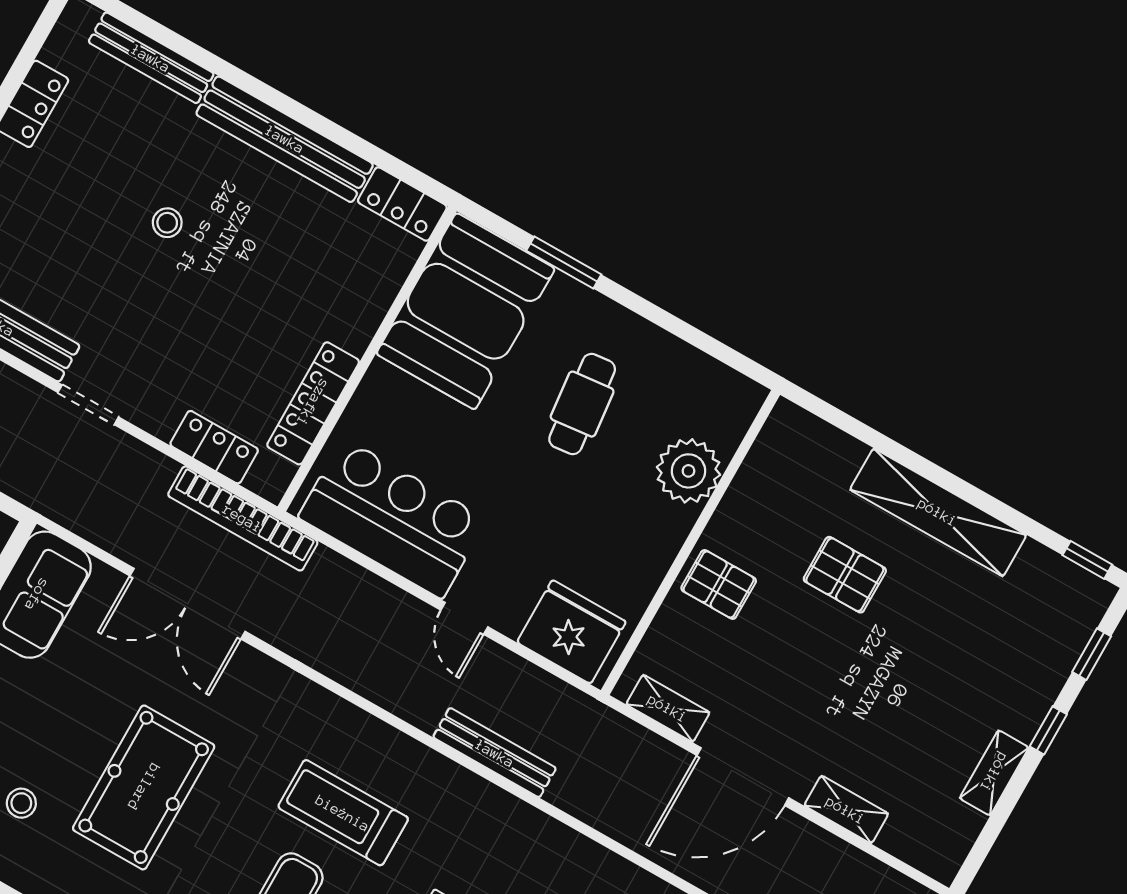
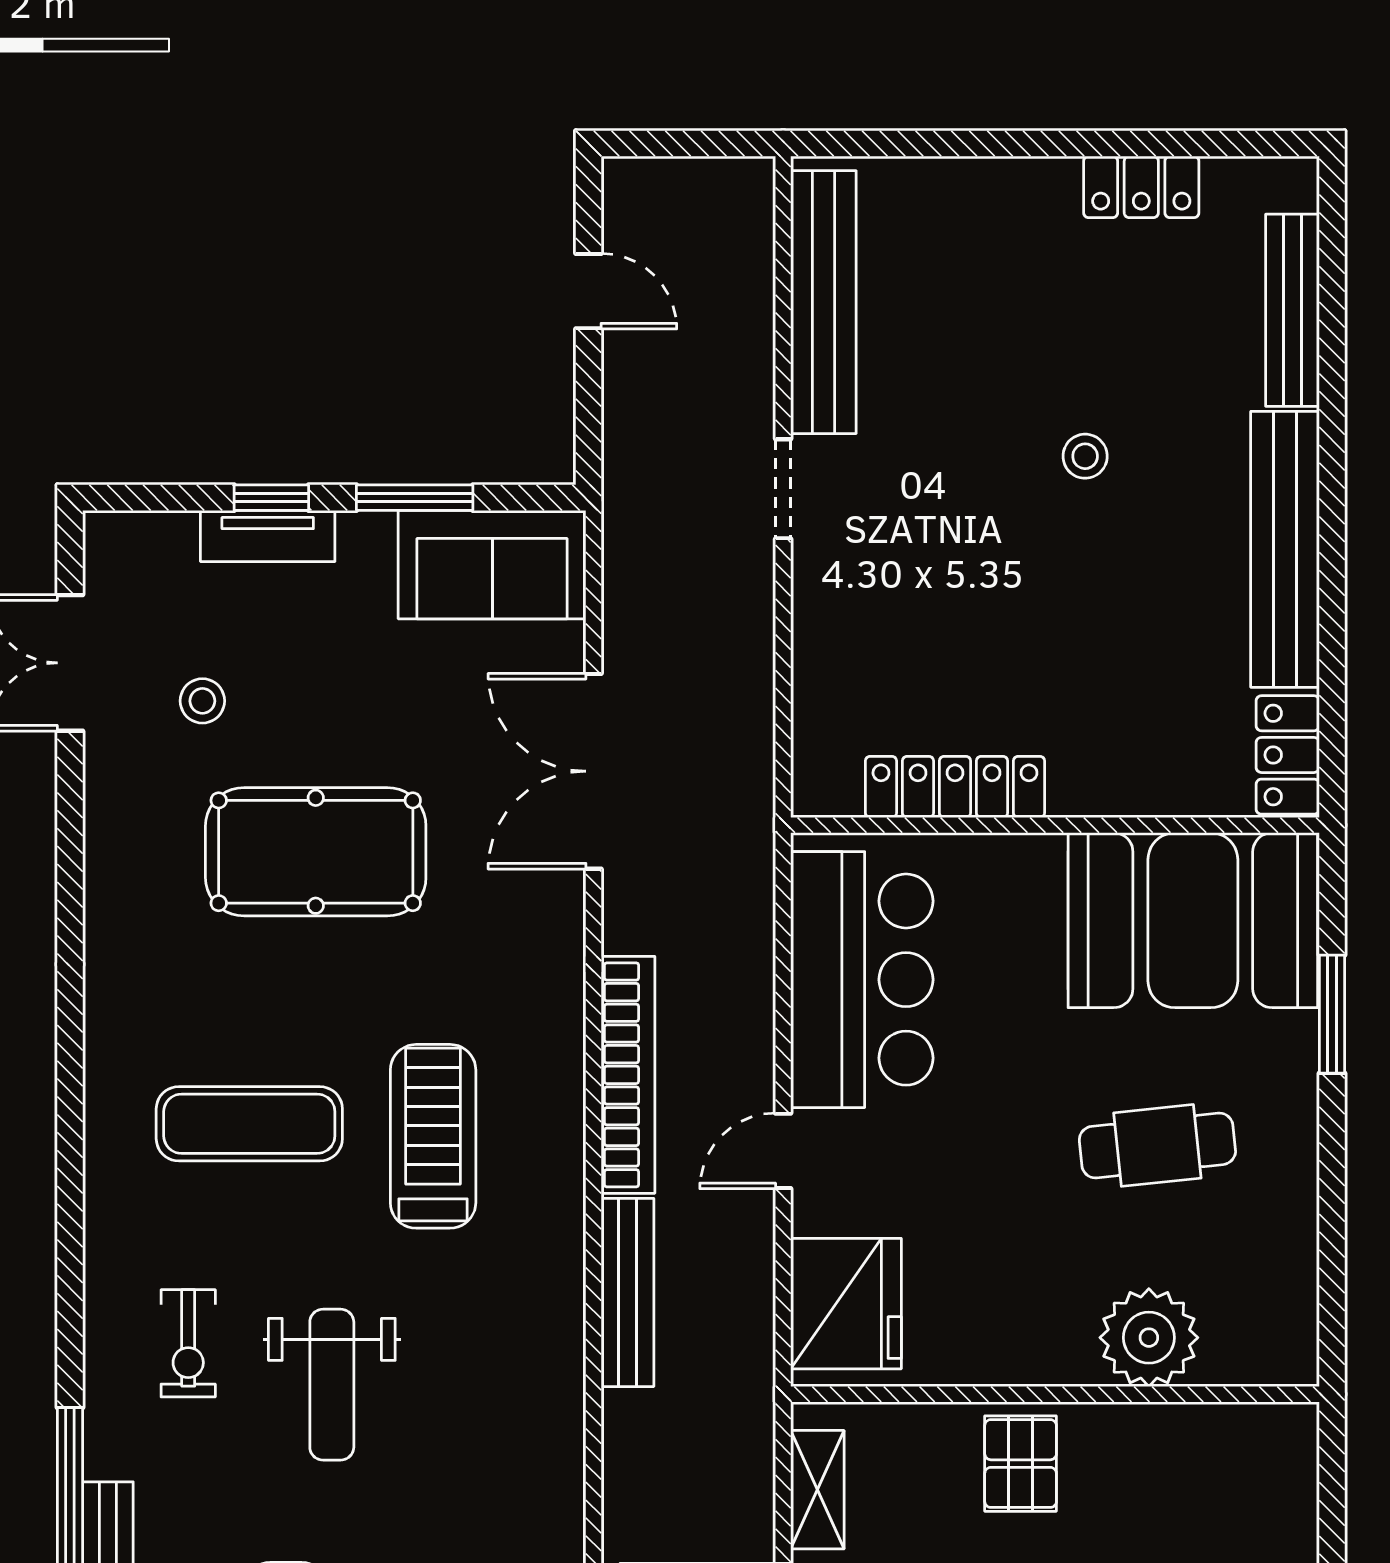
locker: (214, 447) -> (822, 688), removed
bookcase: (243, 518) -> (628, 1075), moved, turned 180

